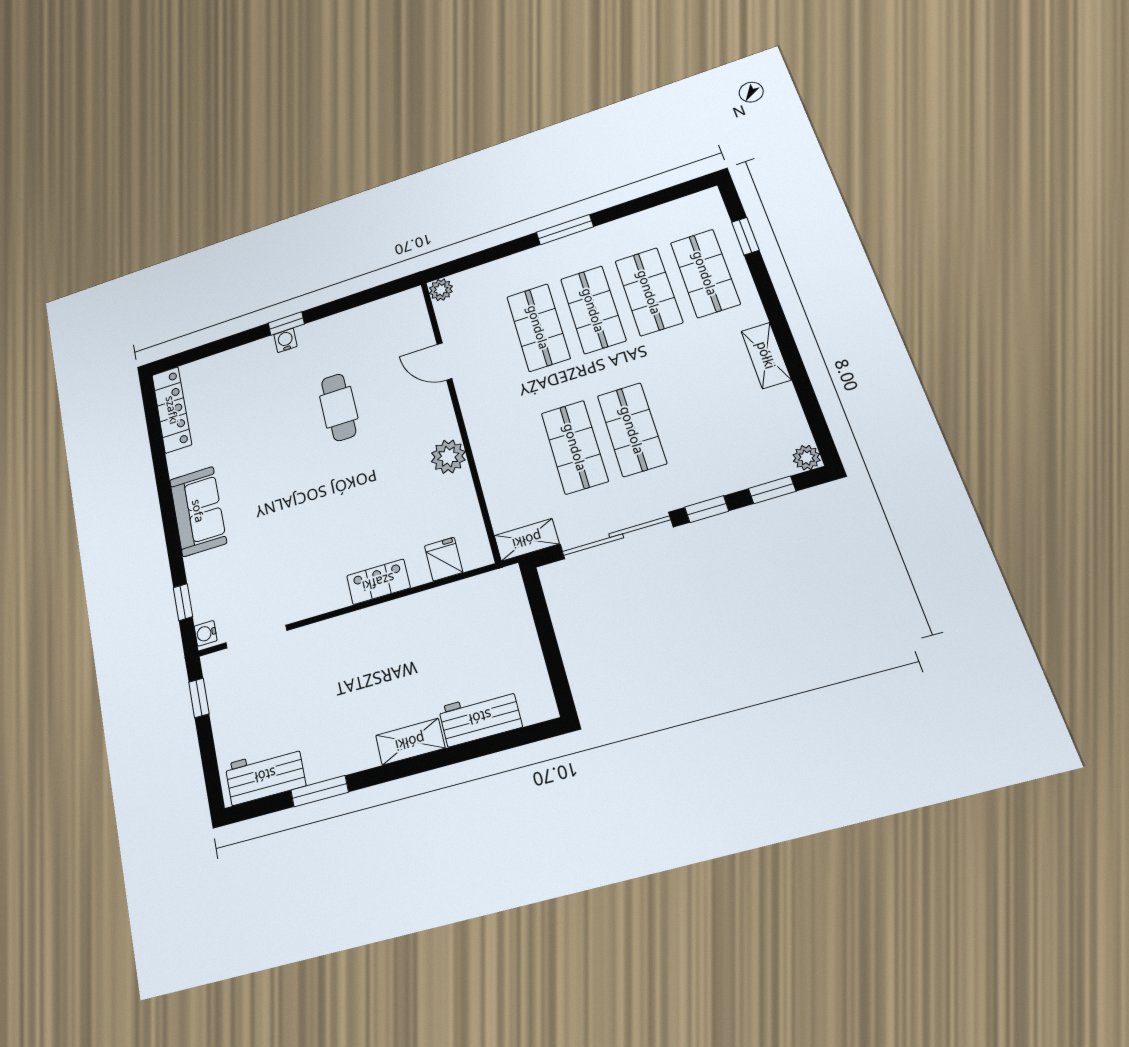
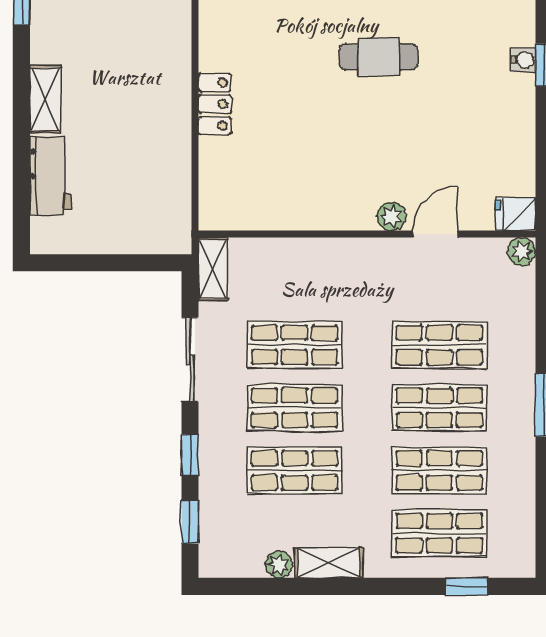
cafe table: (339, 407) -> (378, 57), moved
shop shelf: (690, 412) -> (295, 470), added
plant: (448, 457) -> (392, 217), moved, width x0.73, depth x0.73
plant: (807, 458) -> (279, 565), moved
sliding door: (616, 536) -> (190, 360), width x0.73
fridge: (444, 559) -> (516, 214), moved, turned 180

